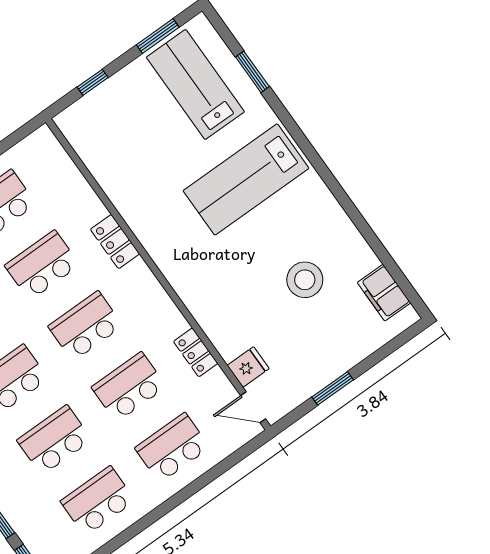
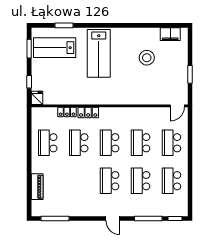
locker: (196, 352) -> (67, 112), moved
fridge: (248, 367) -> (37, 98), moved

